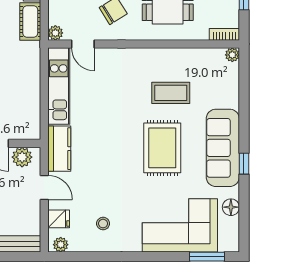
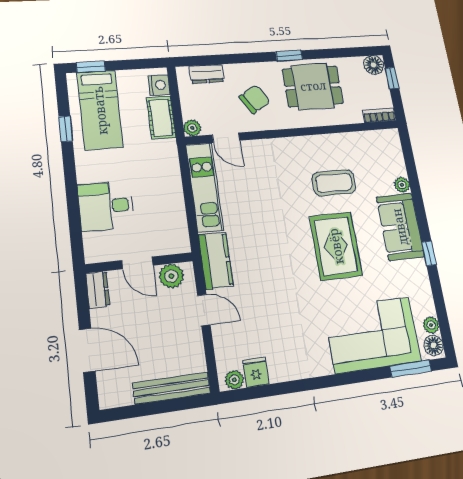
plant: (232, 55) -> (402, 185), moved
sofa: (223, 148) -> (400, 227), width x0.73
floor lamp: (231, 207) -> (434, 345), moved
fridge: (59, 219) -> (256, 372), moved, turned -90
stool: (103, 224) -> (282, 345), removed
plant: (232, 224) -> (431, 325), added

